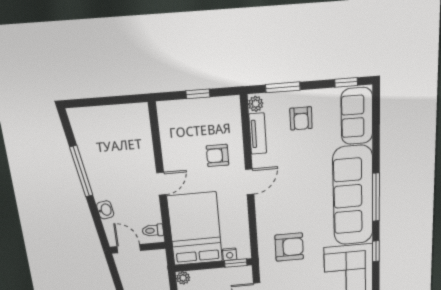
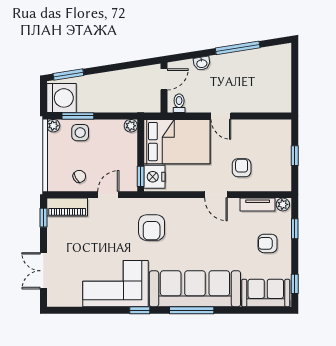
window: (283, 87) -> (295, 229), width x0.67
nightstand: (230, 254) -> (154, 177), width x1.89, depth x1.79

